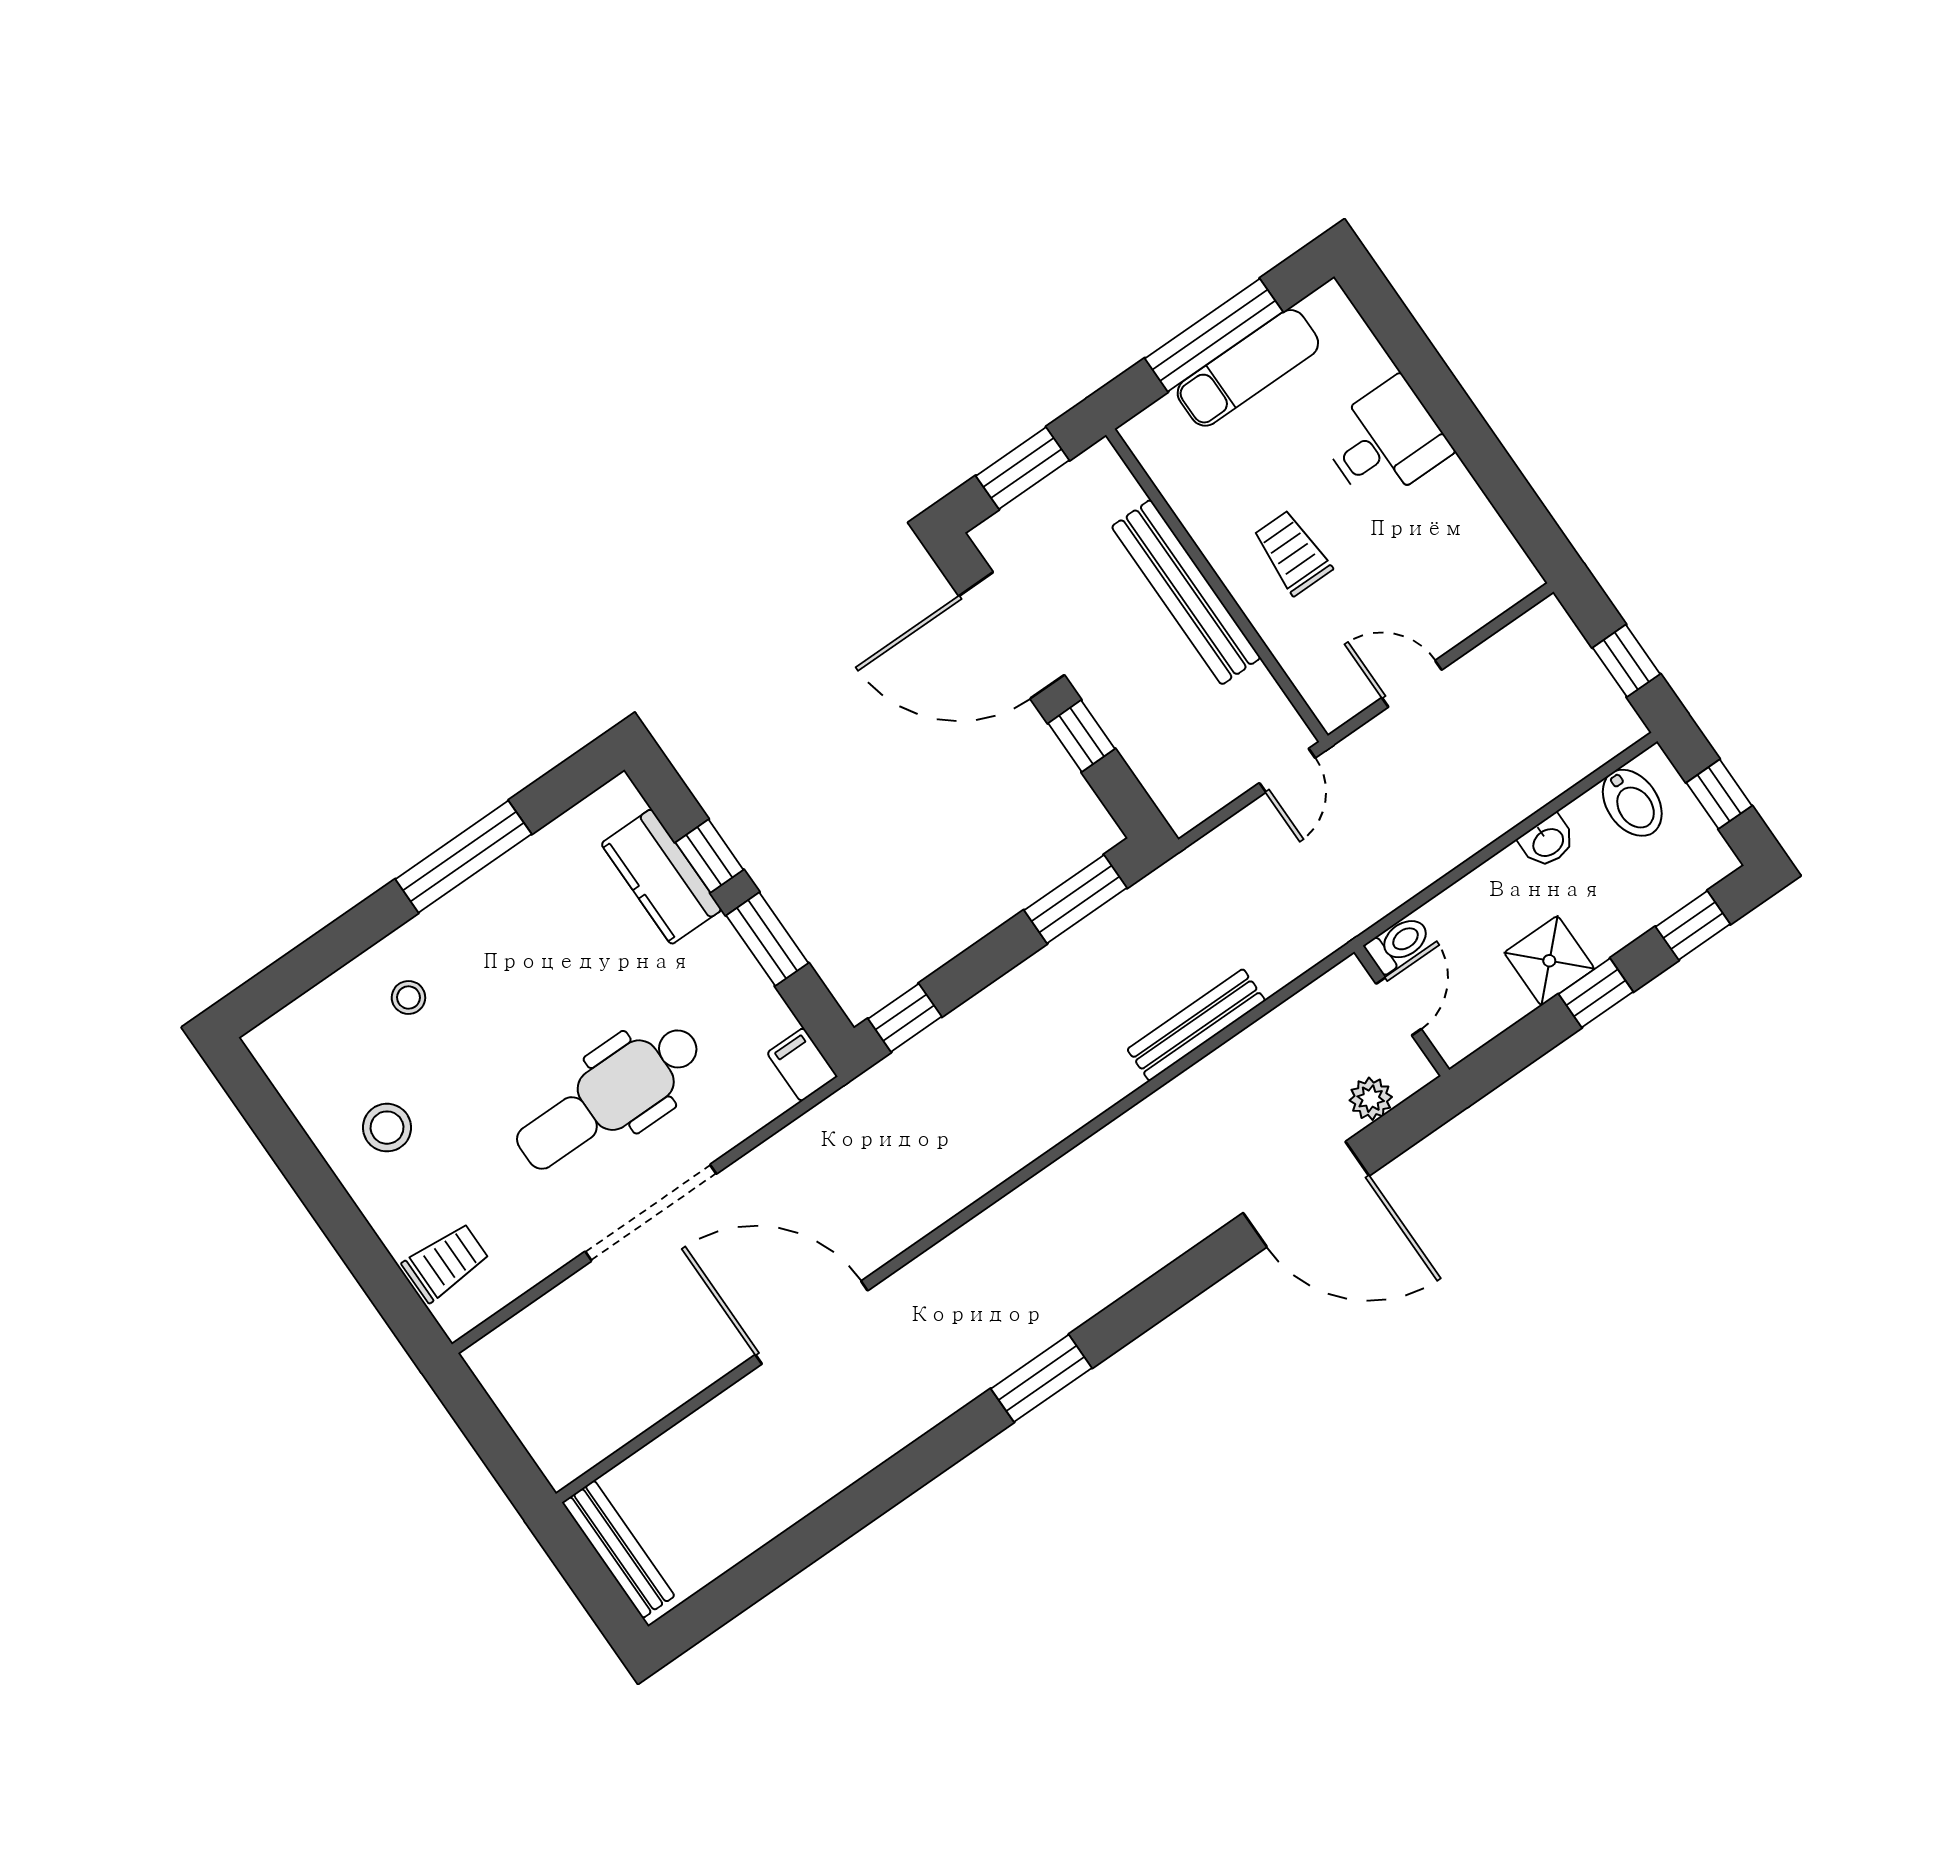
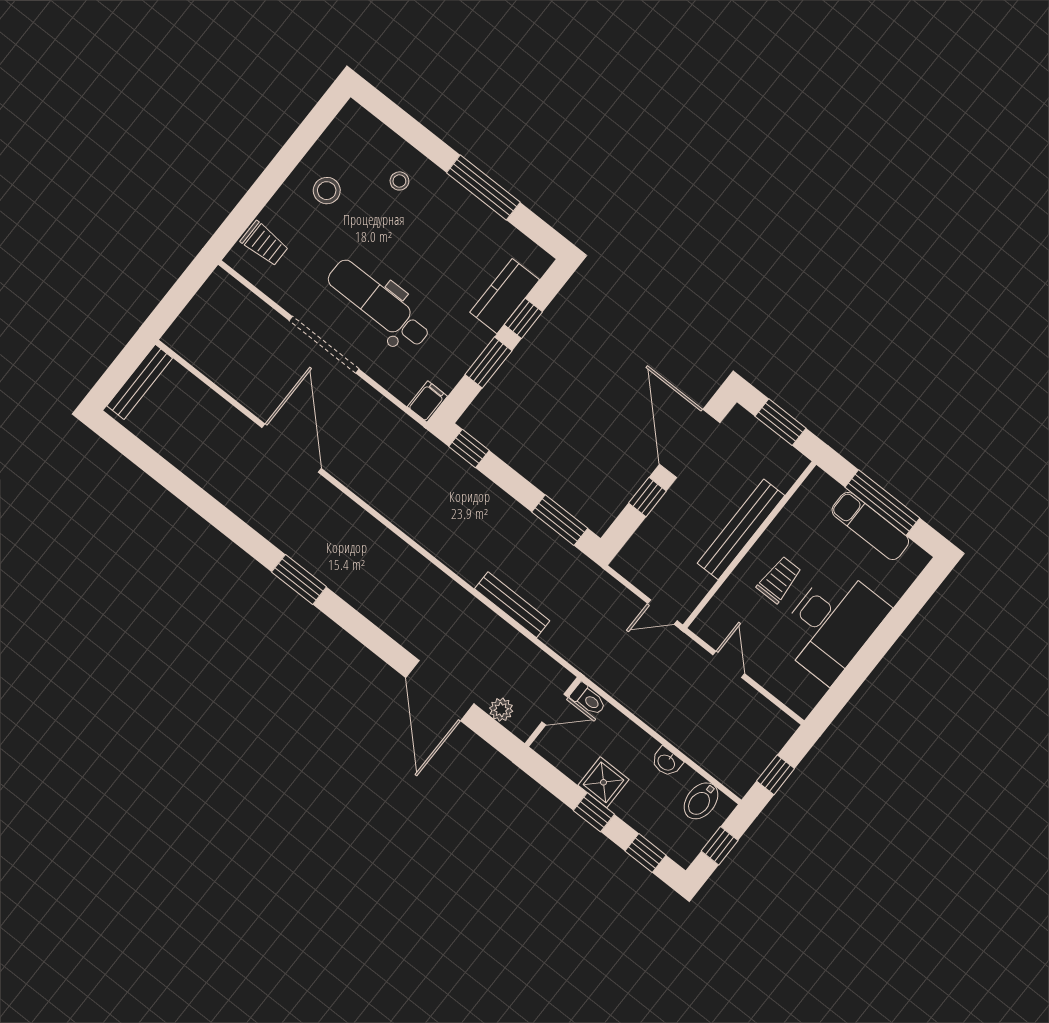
desk: (1385, 442) -> (832, 624), width x1.87, depth x1.30

